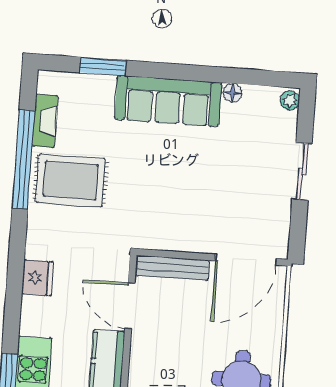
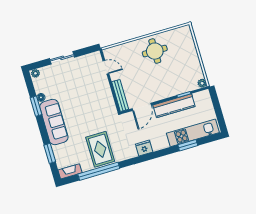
window: (218, 75) -> (36, 106), added
fireplace: (45, 121) -> (70, 171), moved
door: (246, 260) -> (106, 67), width x0.53

